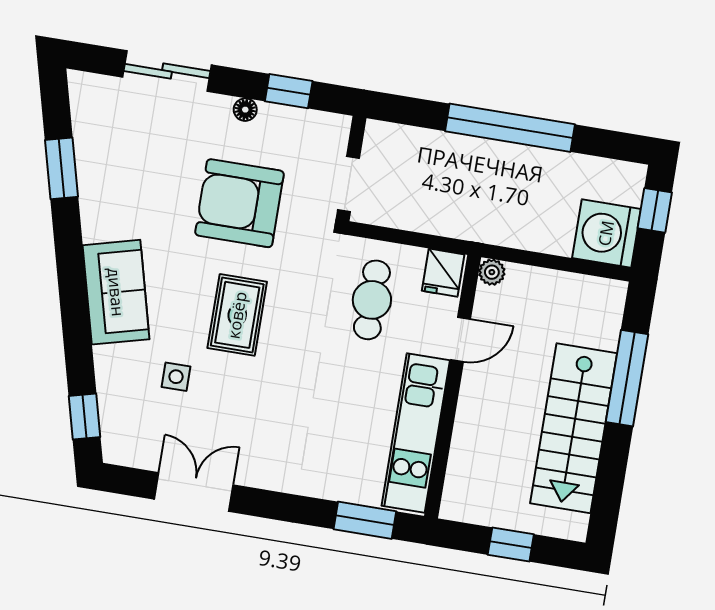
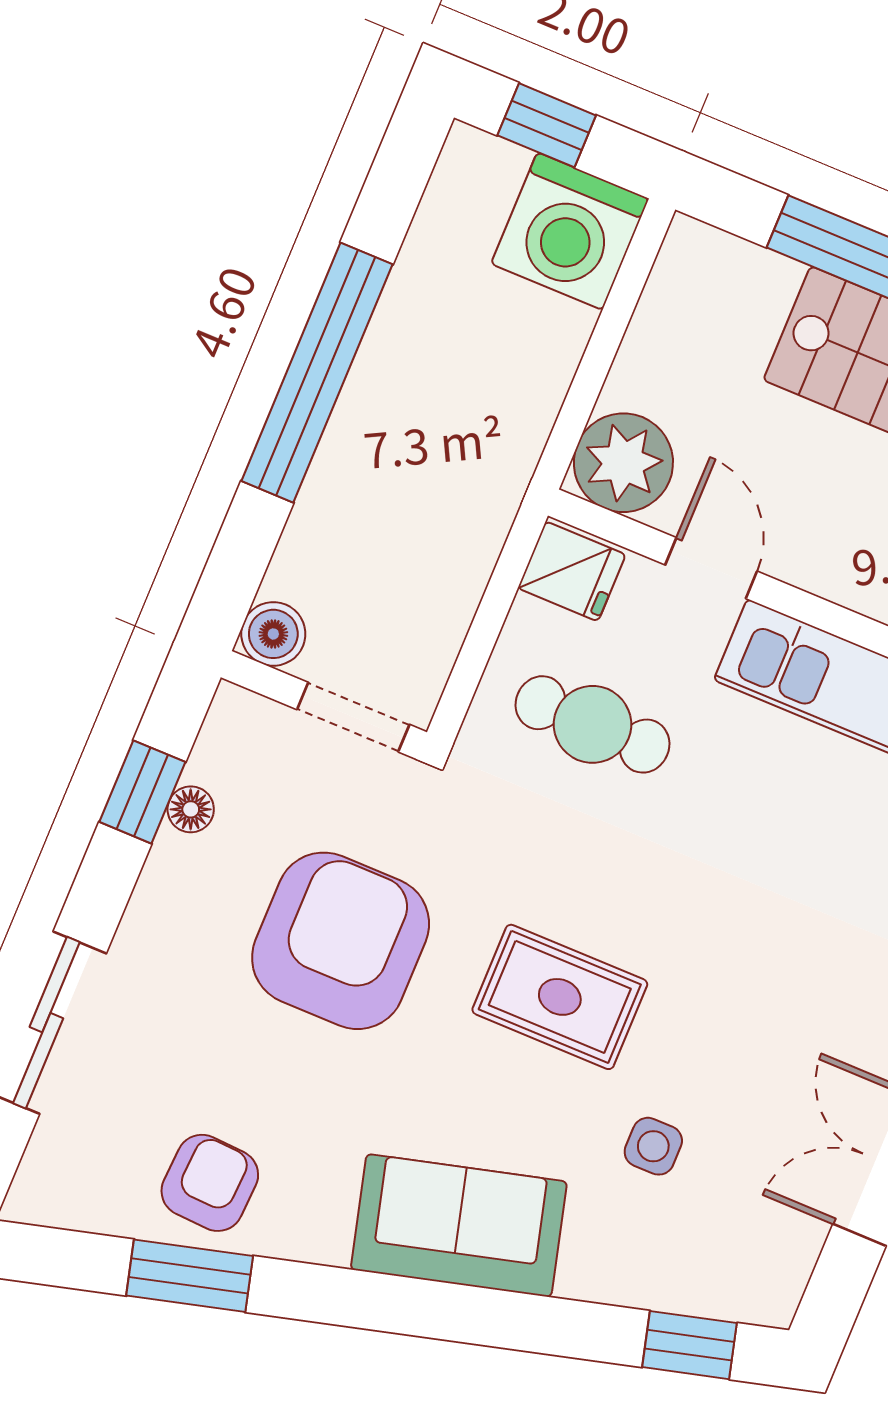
floor lamp: (245, 110) -> (191, 809), moved
boiler: (379, 136) -> (273, 634), added
armchair: (108, 168) -> (210, 1183), added
armchair: (239, 203) -> (341, 941), turned 180
plant: (492, 272) -> (623, 463), width x1.87, depth x1.87

